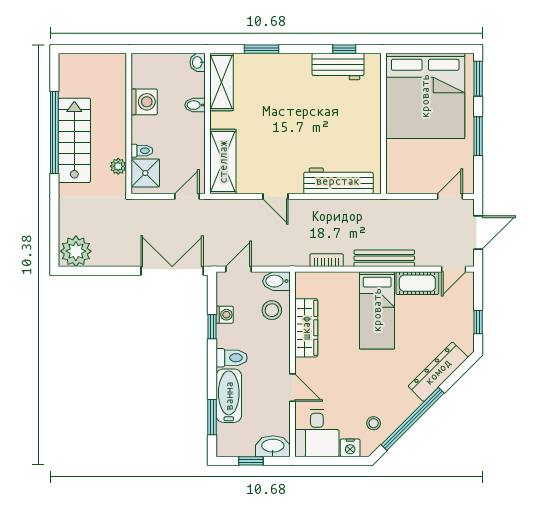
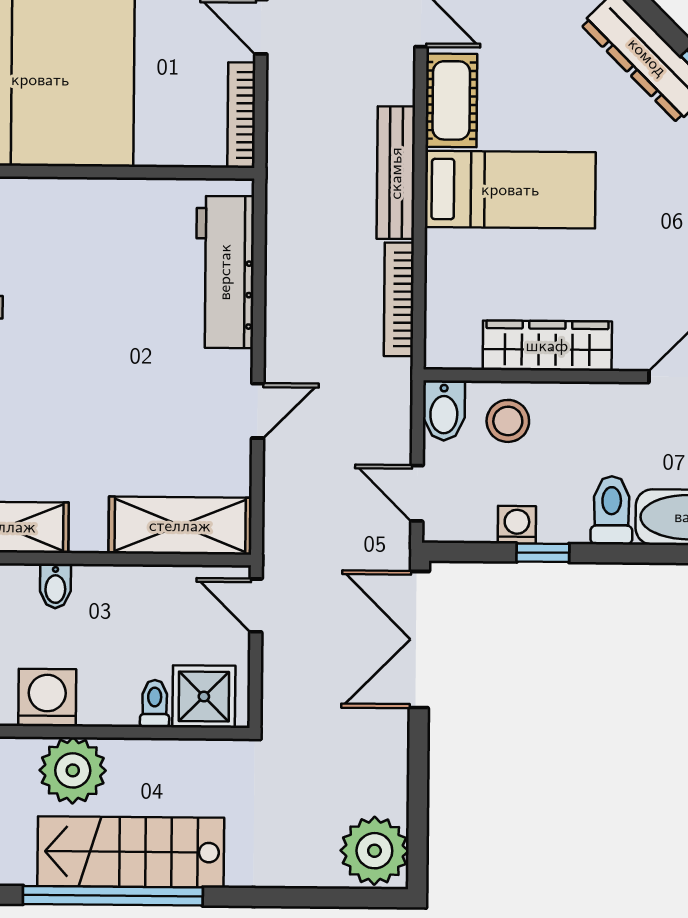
plant: (118, 166) -> (73, 770), moved, width x1.87, depth x1.87
bookcase: (410, 188) -> (241, 115), added
bookcase: (327, 260) -> (399, 299), width x1.56

